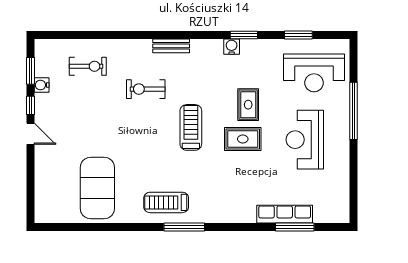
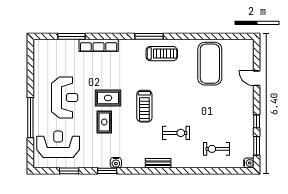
water cooler: (42, 85) -> (249, 163), moved
door: (30, 134) -> (257, 78), moved
row of seats: (285, 214) -> (99, 45), moved

